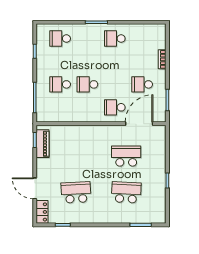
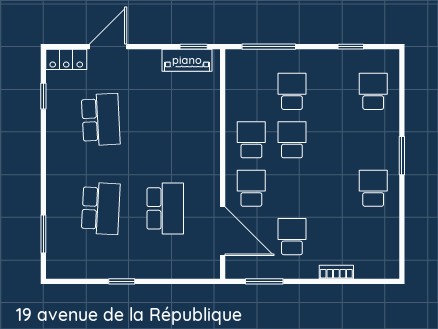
school desk: (87, 107) -> (251, 140), added

